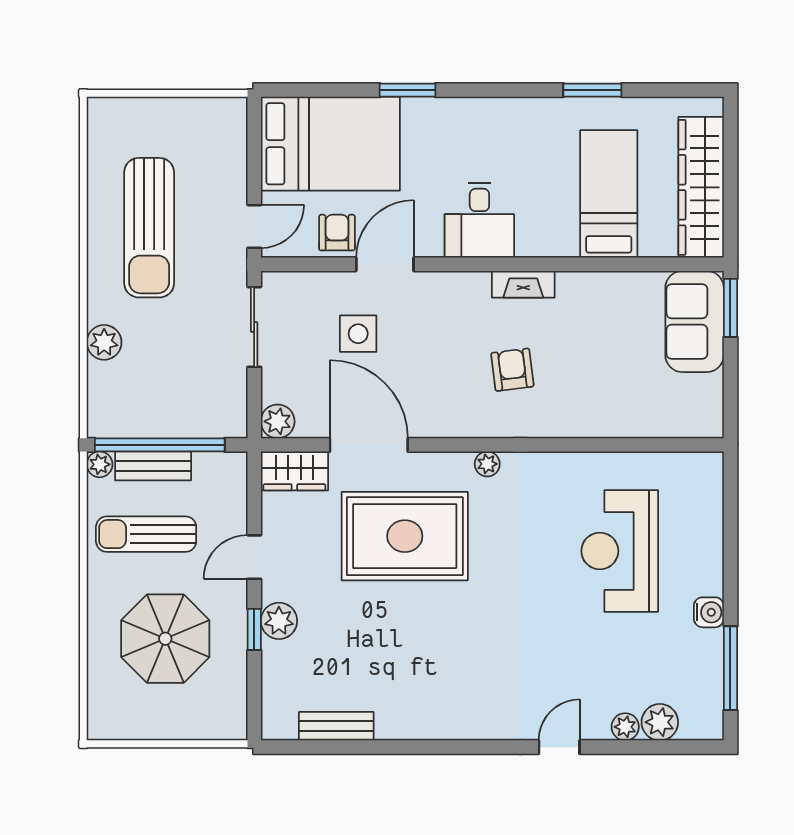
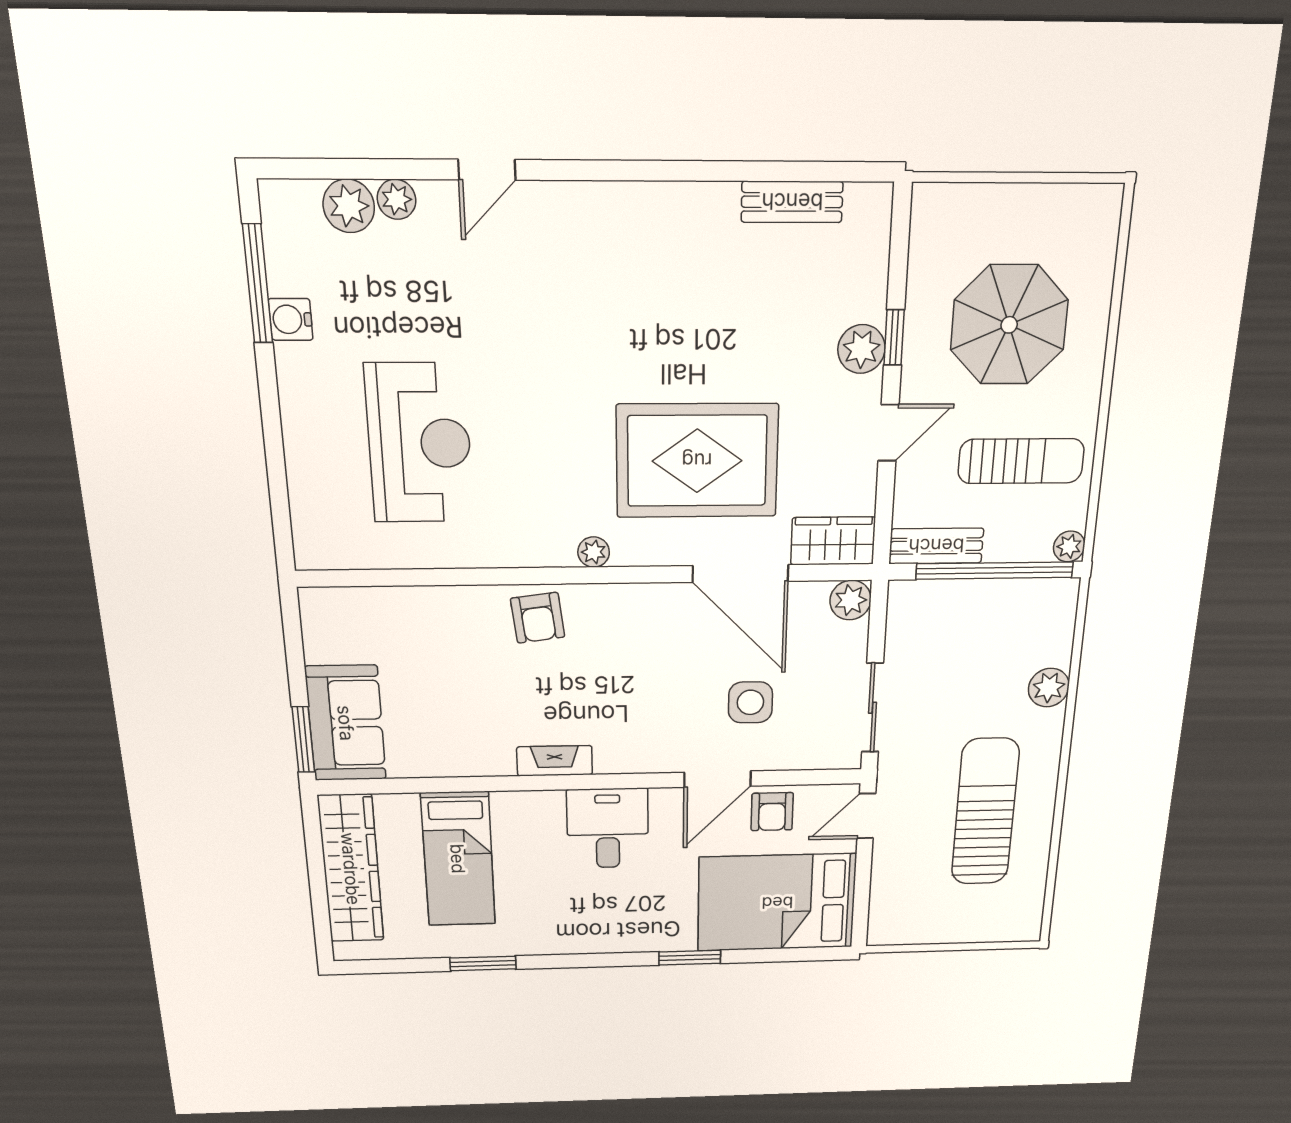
armchair: (512, 370) -> (538, 618), moved
bench: (153, 466) -> (936, 546), moved
water cooler: (709, 612) -> (291, 319), moved

